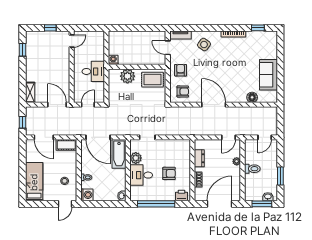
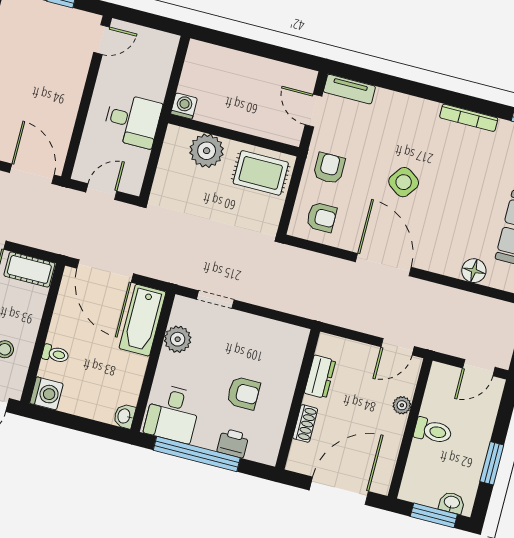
side table: (204, 45) -> (404, 182), moved
desk: (141, 175) -> (173, 414), moved, turned -90
printer: (181, 195) -> (233, 443), moved

